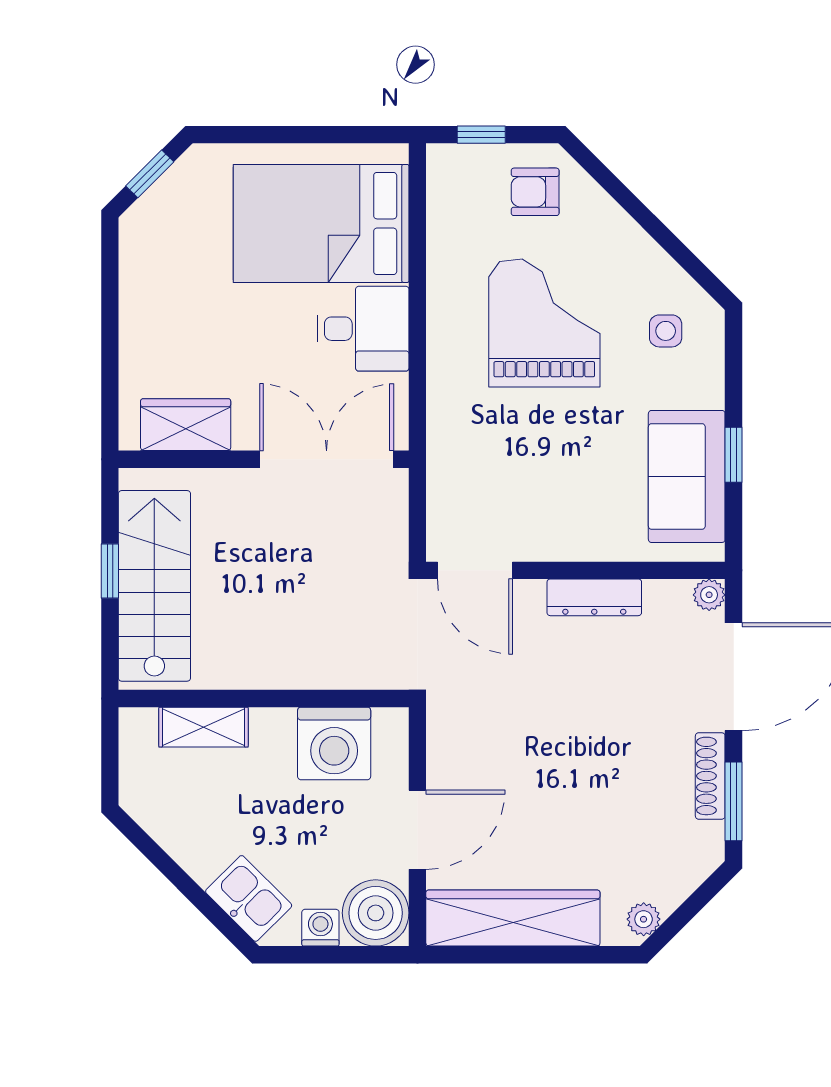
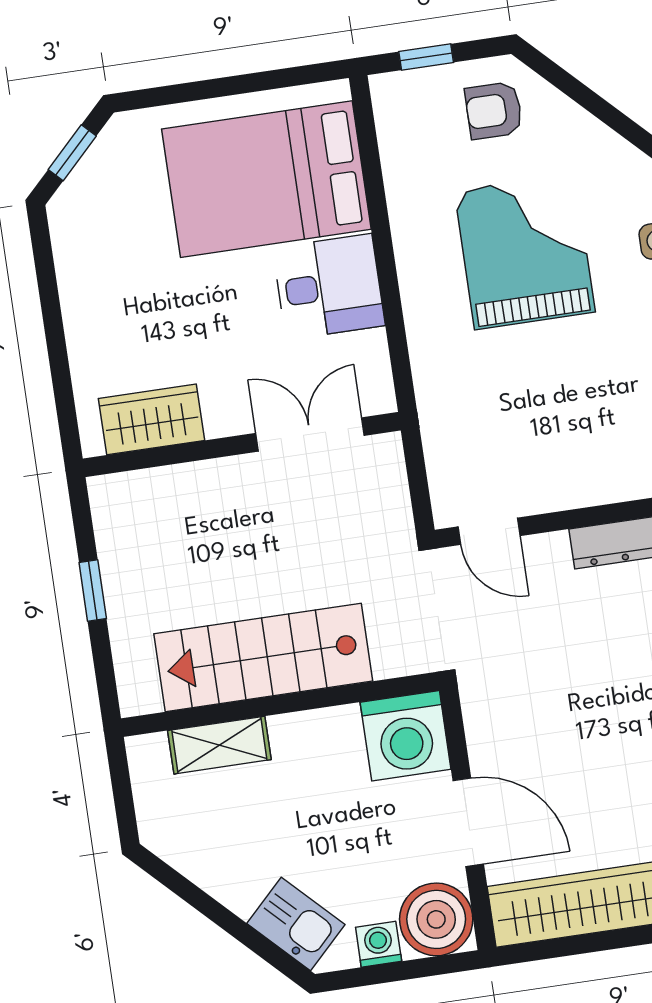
double door: (327, 459) -> (310, 434), width x0.73
door: (475, 570) -> (489, 531), width x0.73
stairs: (154, 586) -> (263, 657), moved, turned -90
washing machine: (334, 743) -> (406, 736), moved
door: (417, 830) -> (468, 822), hinge flipped

